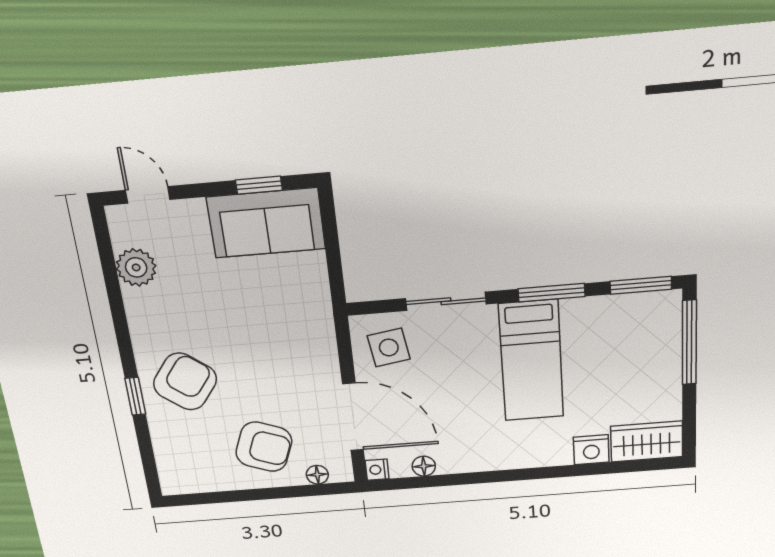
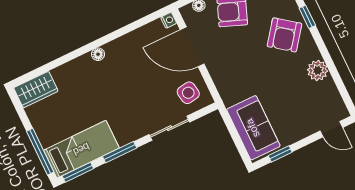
sofa: (266, 223) -> (253, 128), moved, turned 90
plant: (136, 267) -> (318, 70), moved
bed: (531, 361) -> (81, 149), moved, turned 90
nightstand: (591, 450) -> (62, 74), removed
floor lamp: (424, 466) -> (98, 54), moved

